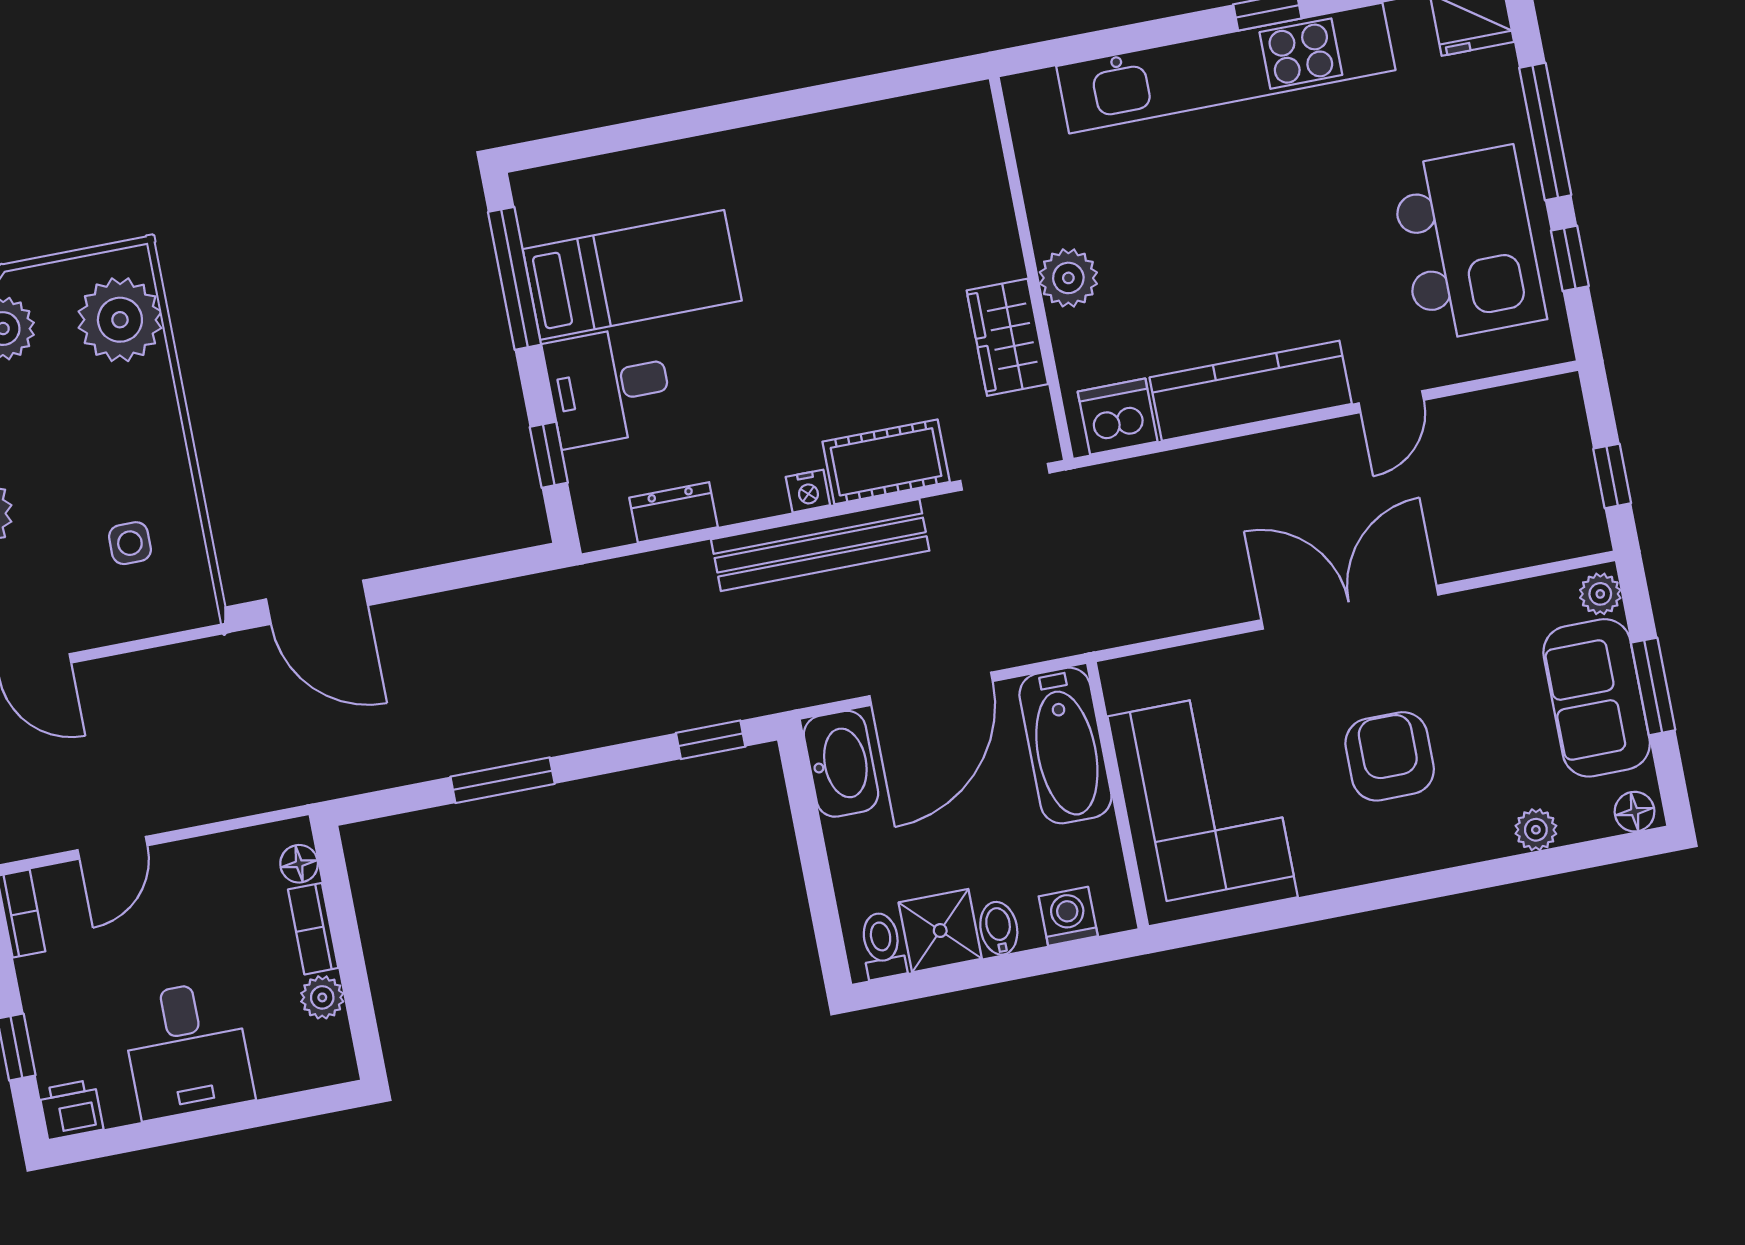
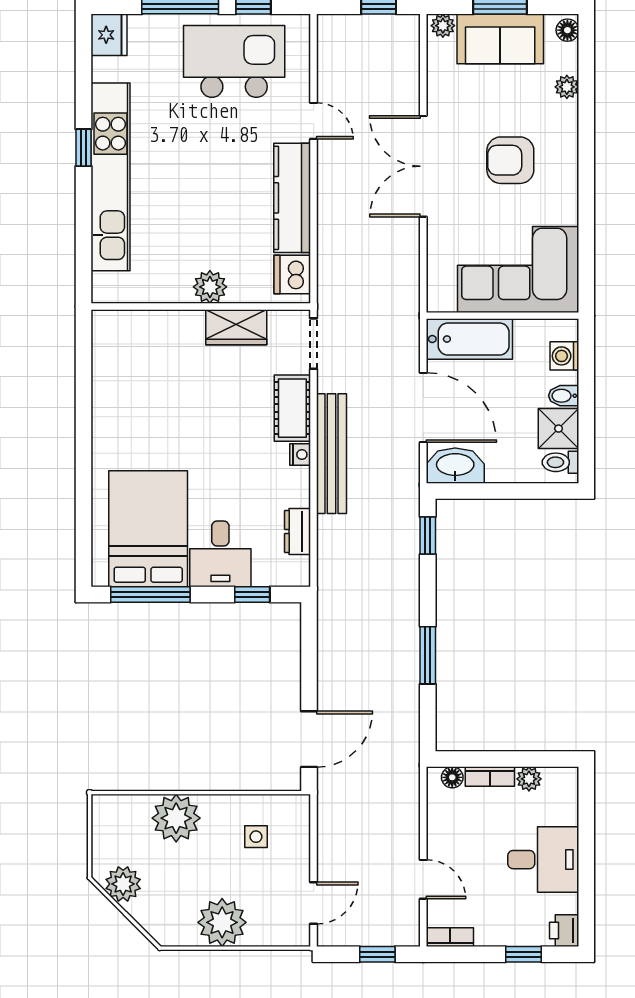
bed: (632, 275) -> (148, 529), width x1.50
plant: (120, 320) -> (176, 818), moved

